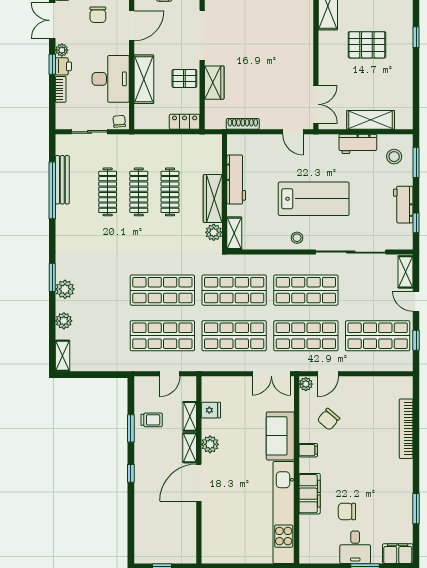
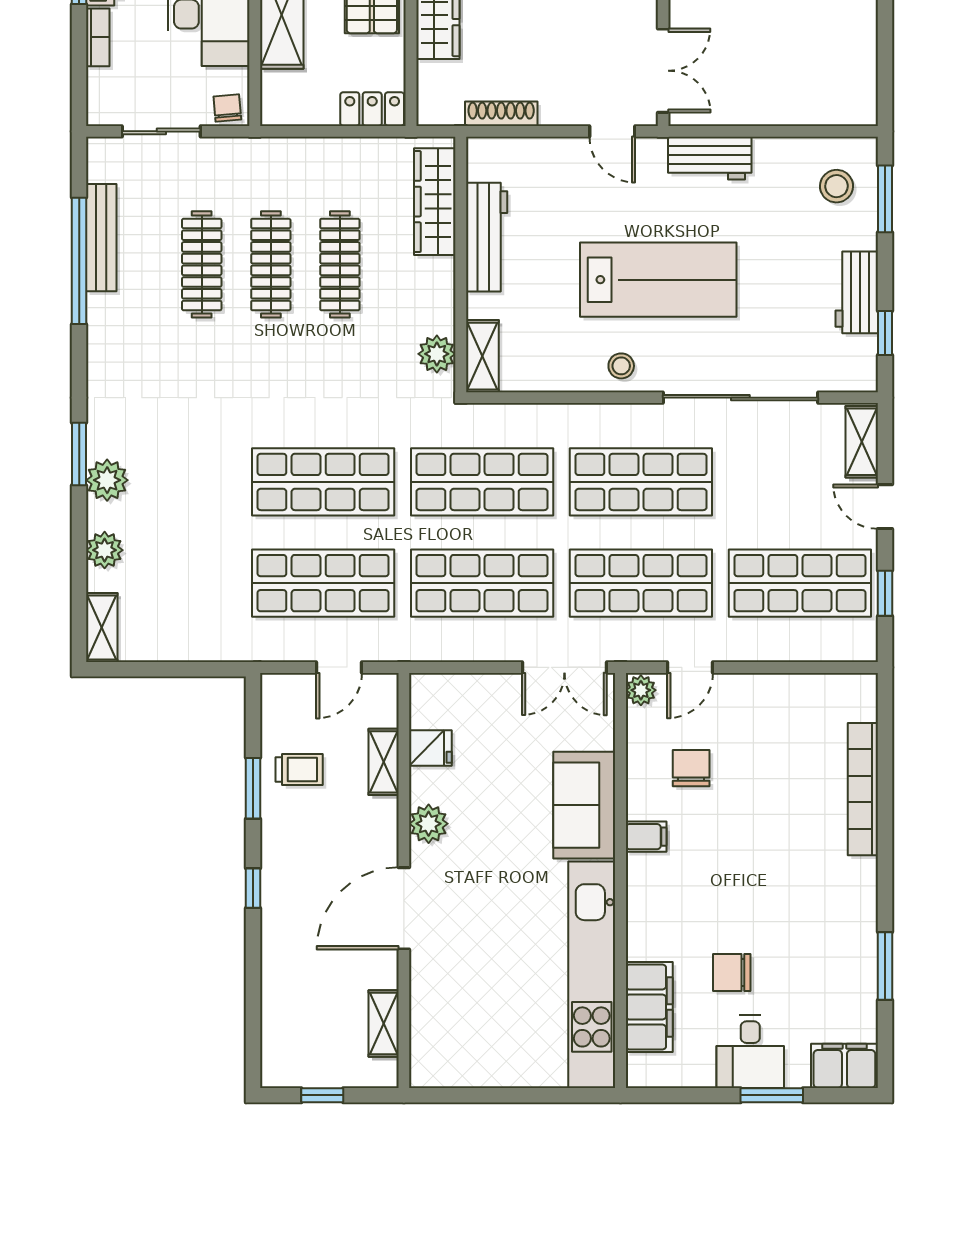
shelving: (371, 120) -> (784, 105), removed
workbench: (358, 144) -> (710, 158), moved
wardrobe: (213, 198) -> (435, 202), moved
chair: (329, 419) -> (691, 768), turned 140
shelving: (190, 448) -> (384, 1024), moved
filing cabinet: (310, 494) -> (649, 1007), moved

